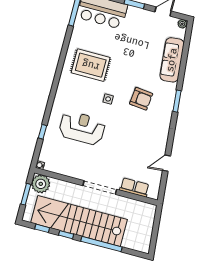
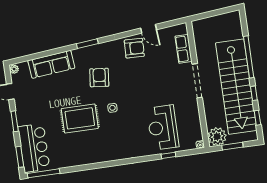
rug: (91, 65) -> (80, 118), moved, turned 90
reception desk: (82, 128) -> (163, 127), moved
armchair: (154, 142) -> (134, 48), added

